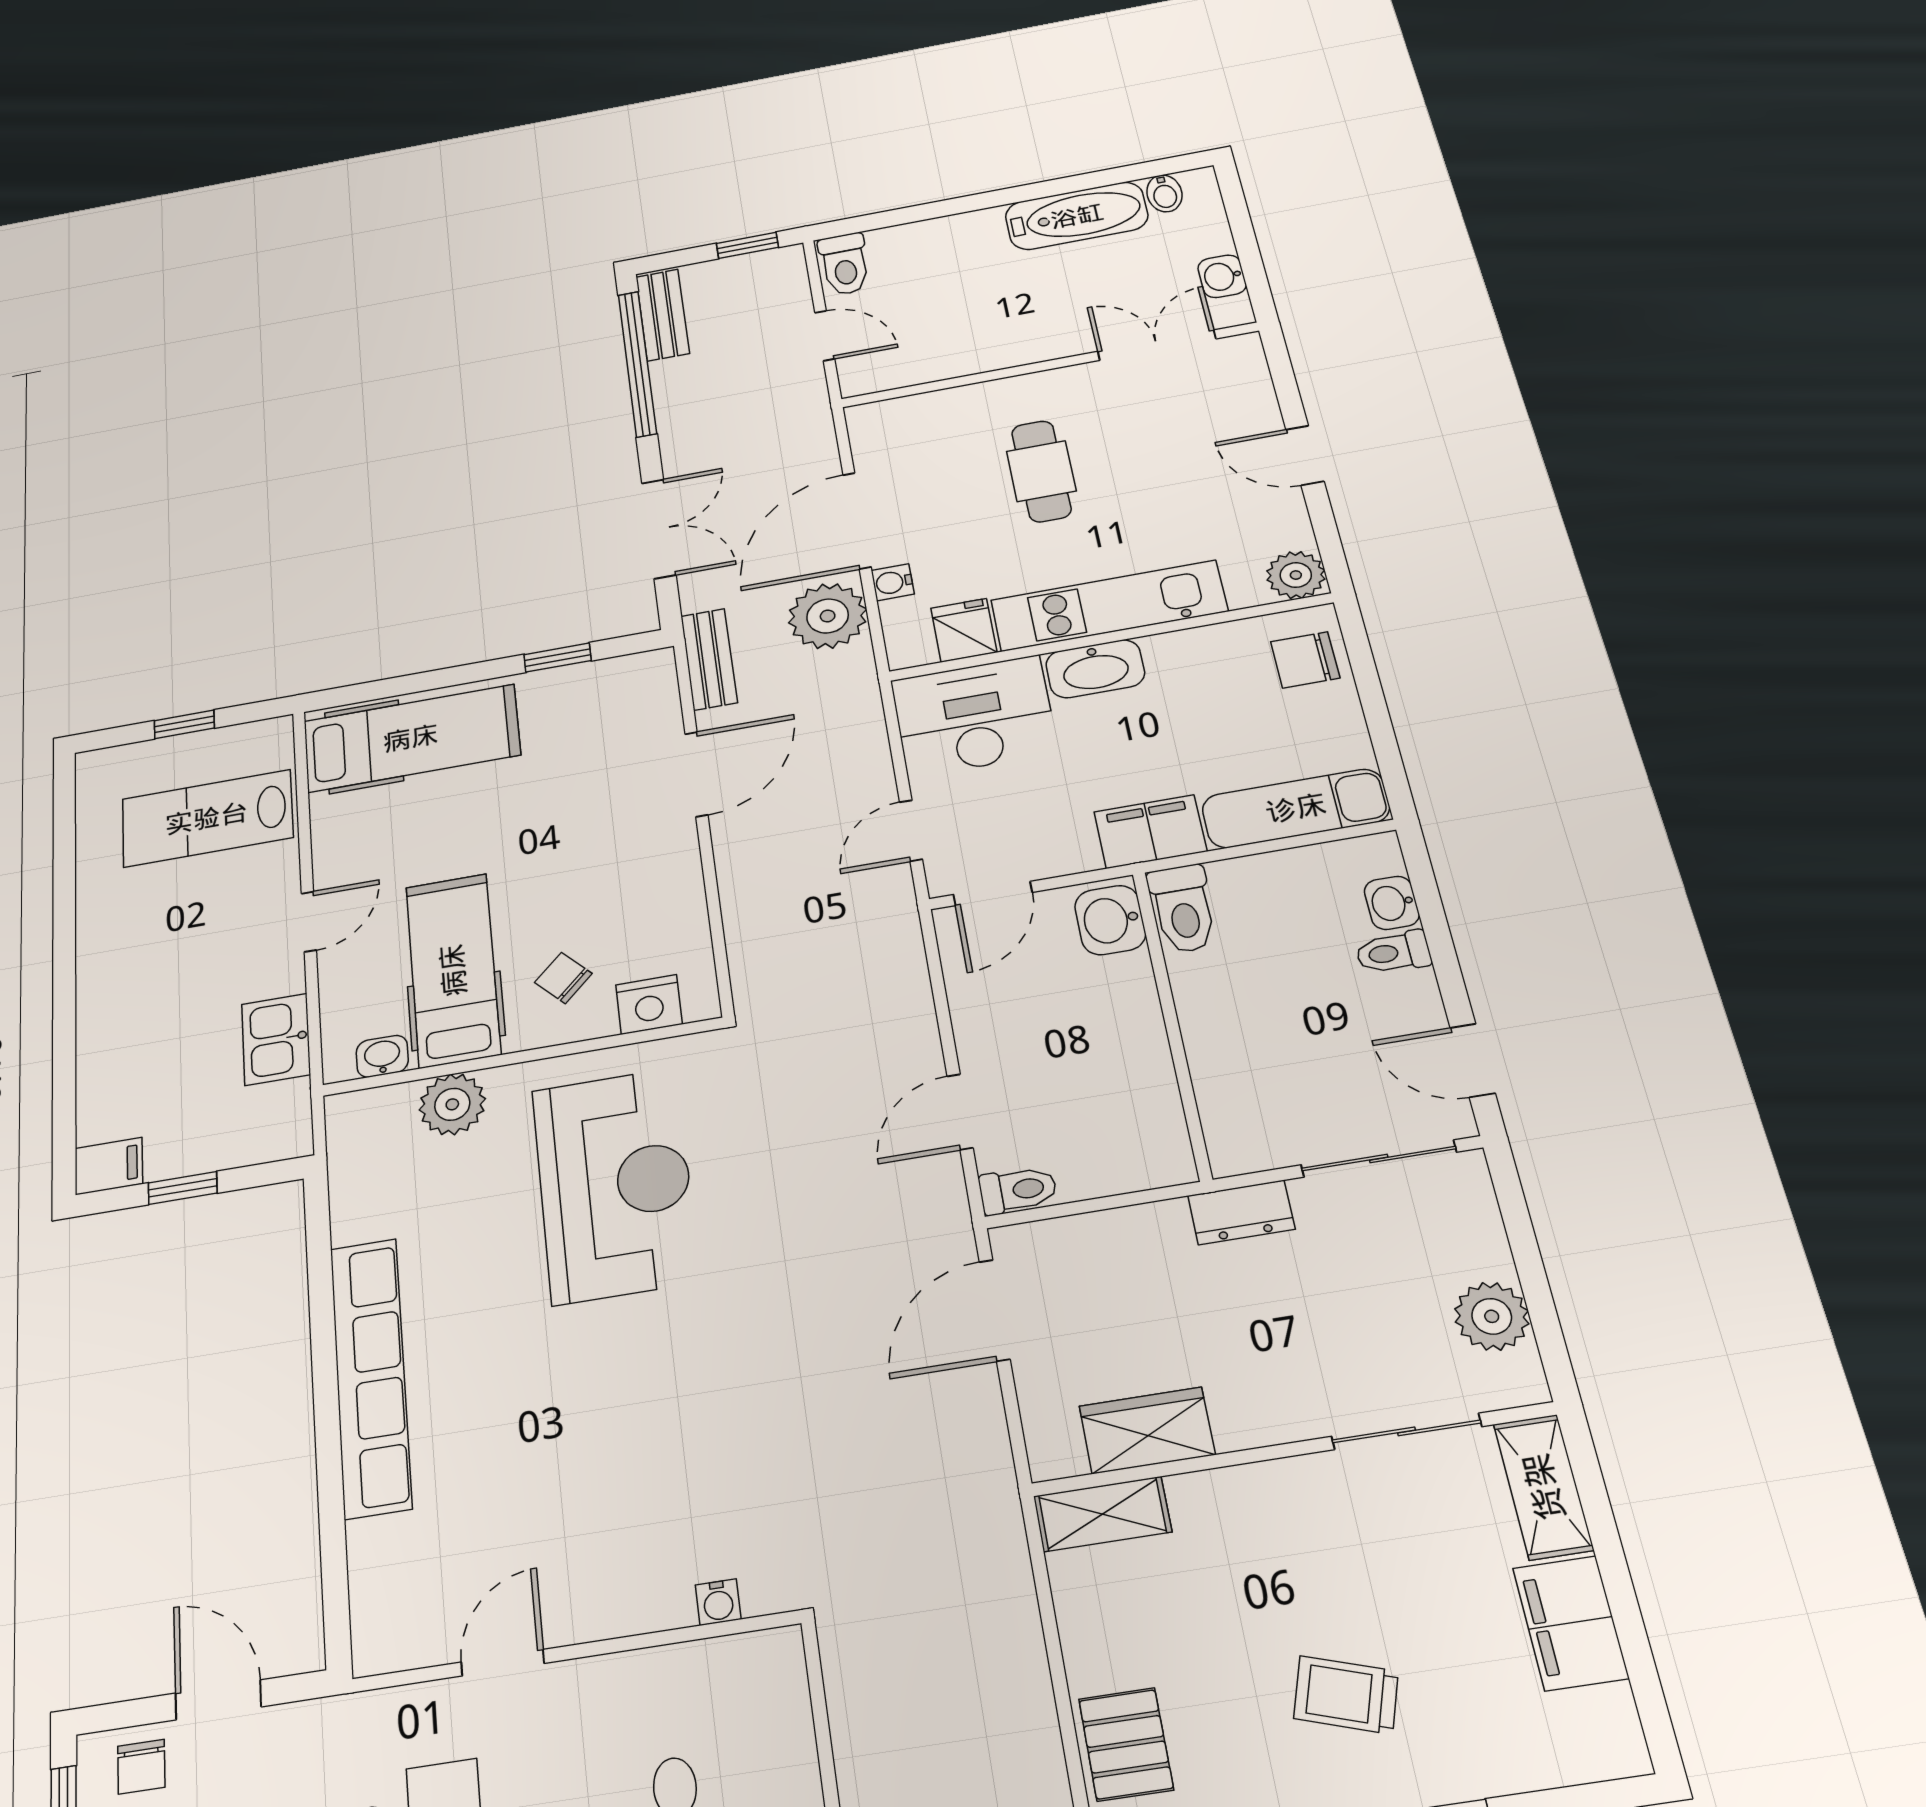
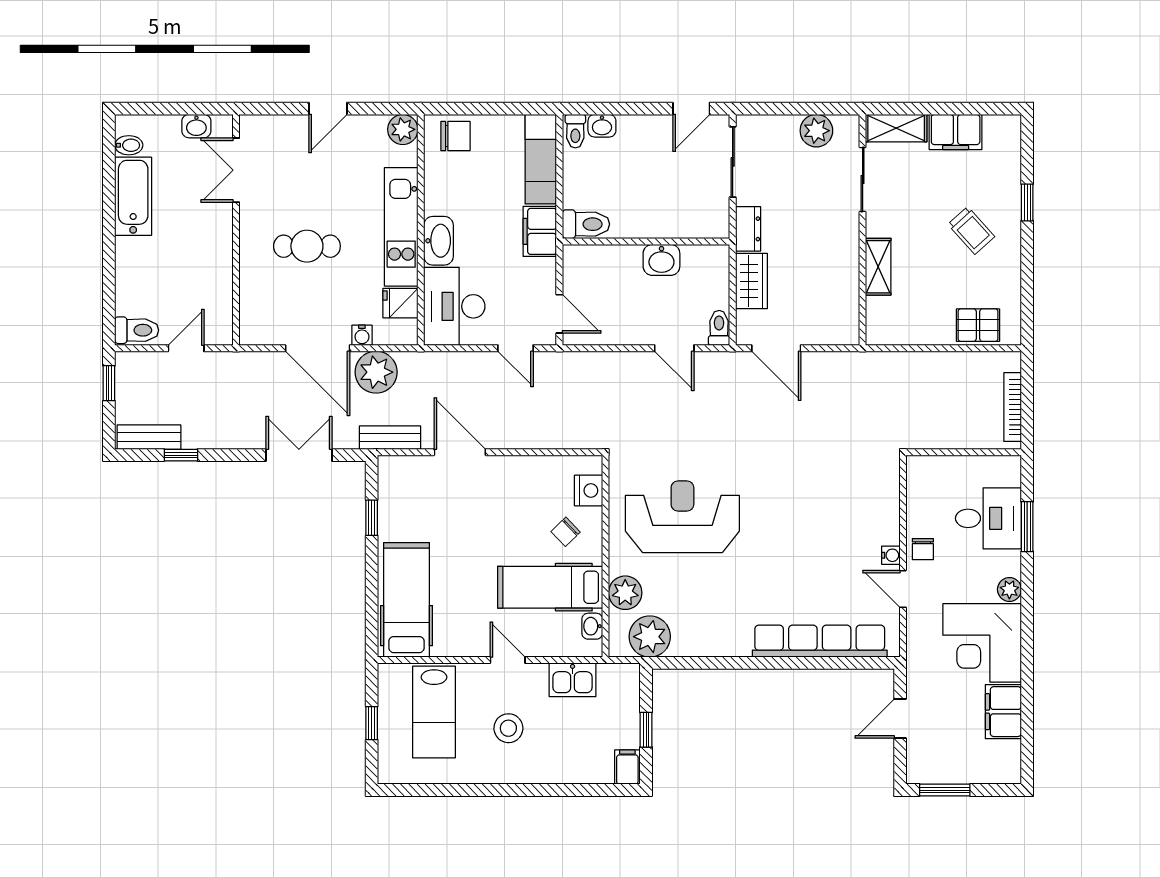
window: (637, 363) -> (181, 455), width x0.32
chair: (1305, 660) -> (455, 136), turned -90
washbasin: (1110, 920) -> (661, 260), moved
stool: (180, 945) -> (508, 728), added
toilet: (1393, 952) -> (575, 131), moved
plant: (368, 1164) -> (650, 637), added
row of seats: (371, 1376) -> (820, 641), moved
wardrobe: (1147, 1430) -> (751, 281), moved, turned 180
shelving: (1102, 1514) -> (878, 267), moved
water cooler: (718, 1602) -> (891, 555), moved
trolley: (1346, 1695) -> (971, 230), turned -60
chair: (141, 1767) -> (923, 549), moved, turned 90

